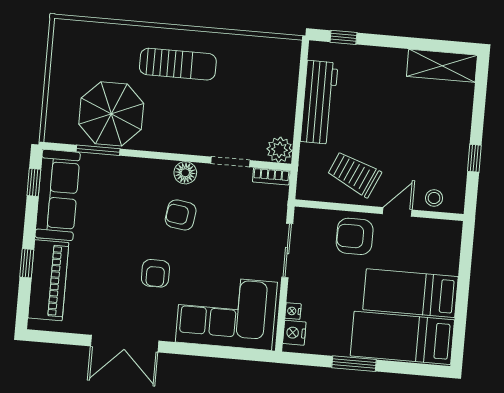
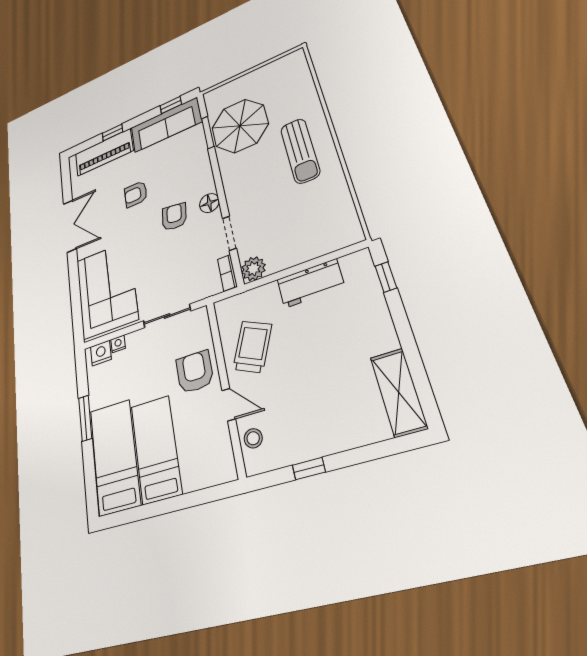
workbench: (319, 102) -> (310, 283), width x0.73
armchair: (155, 273) -> (136, 194), moved
double door: (125, 344) -> (70, 226), swing flipped

